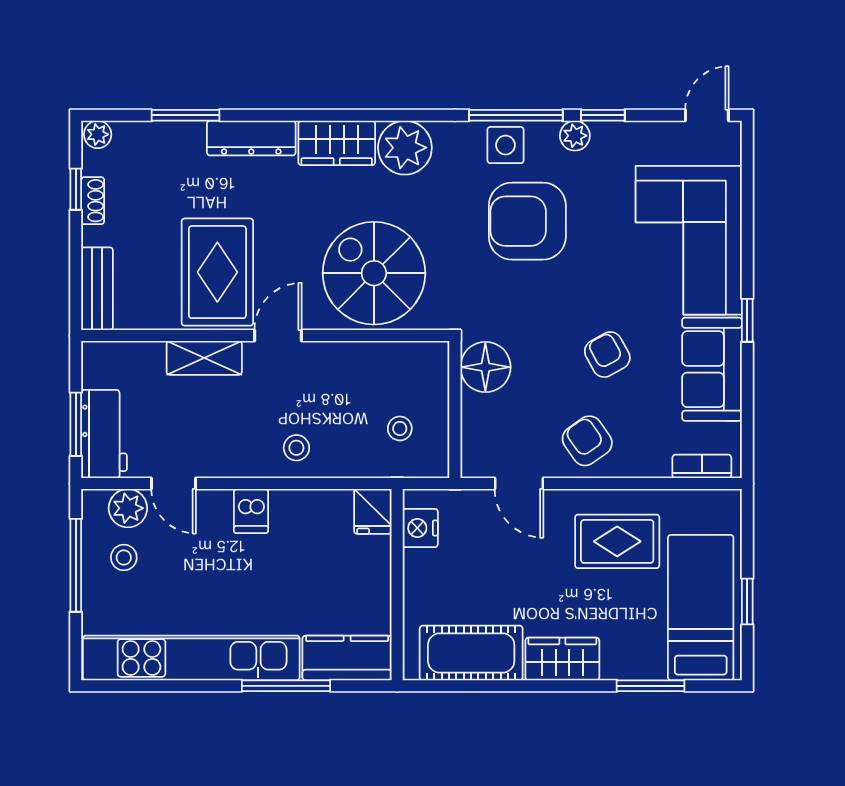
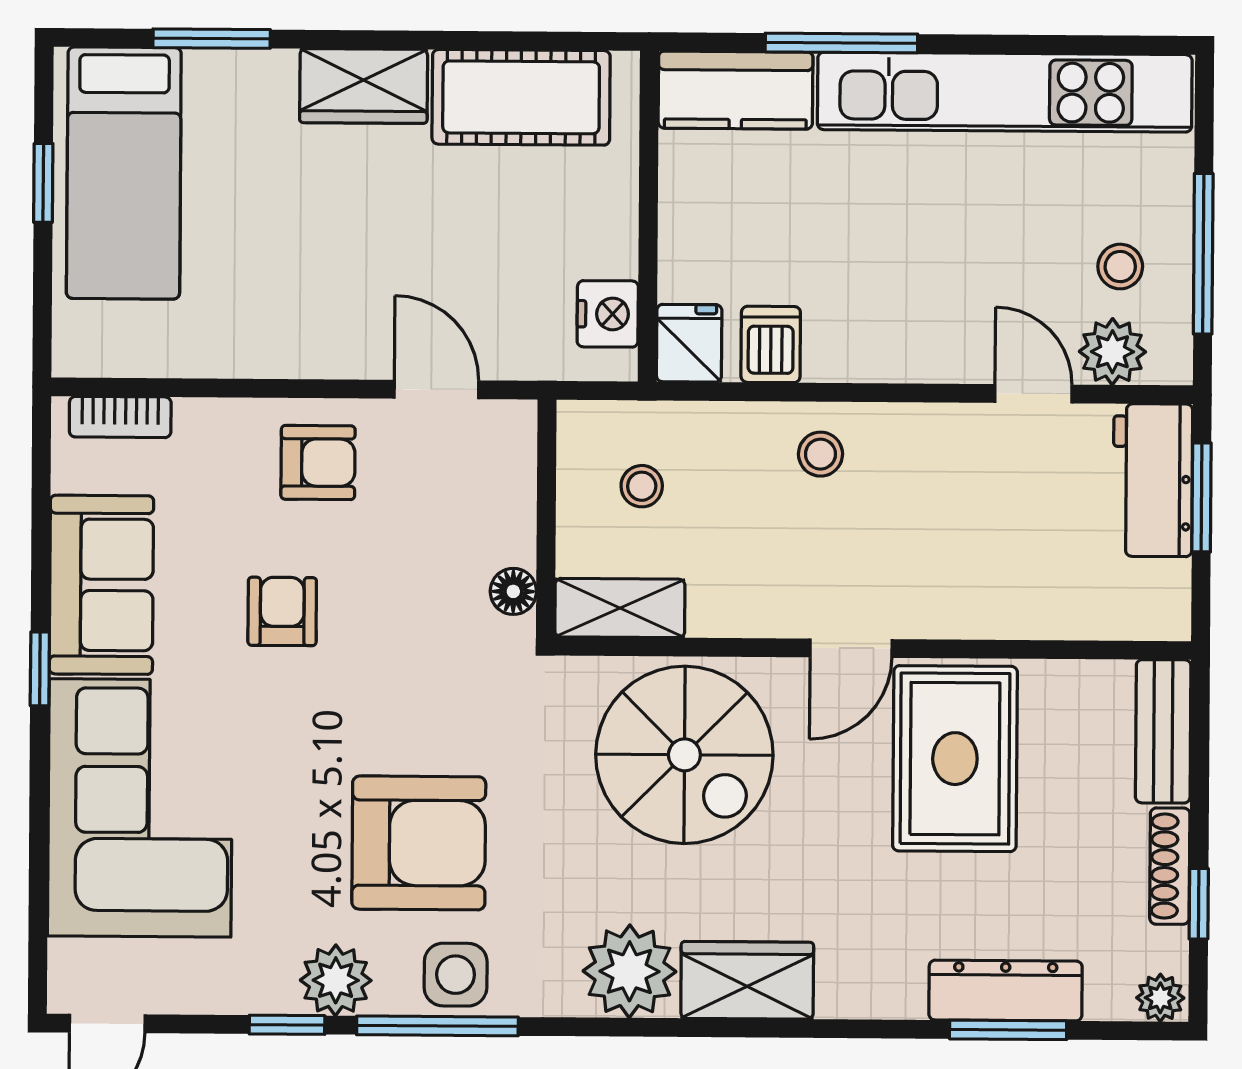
plant: (575, 136) -> (336, 980), width x1.38, depth x1.38
dresser: (251, 138) -> (1006, 991), moved
shoe rack: (93, 201) -> (1170, 866), width x1.43
armchair: (607, 355) -> (282, 611), turned -151
shelving: (204, 358) -> (620, 608), moved
floor lamp: (485, 367) -> (513, 591), width x0.53, depth x0.53
armchair: (587, 441) -> (318, 463), turned -55
dishwasher: (251, 511) -> (771, 344), moved
rug: (617, 541) -> (267, 288), removed

